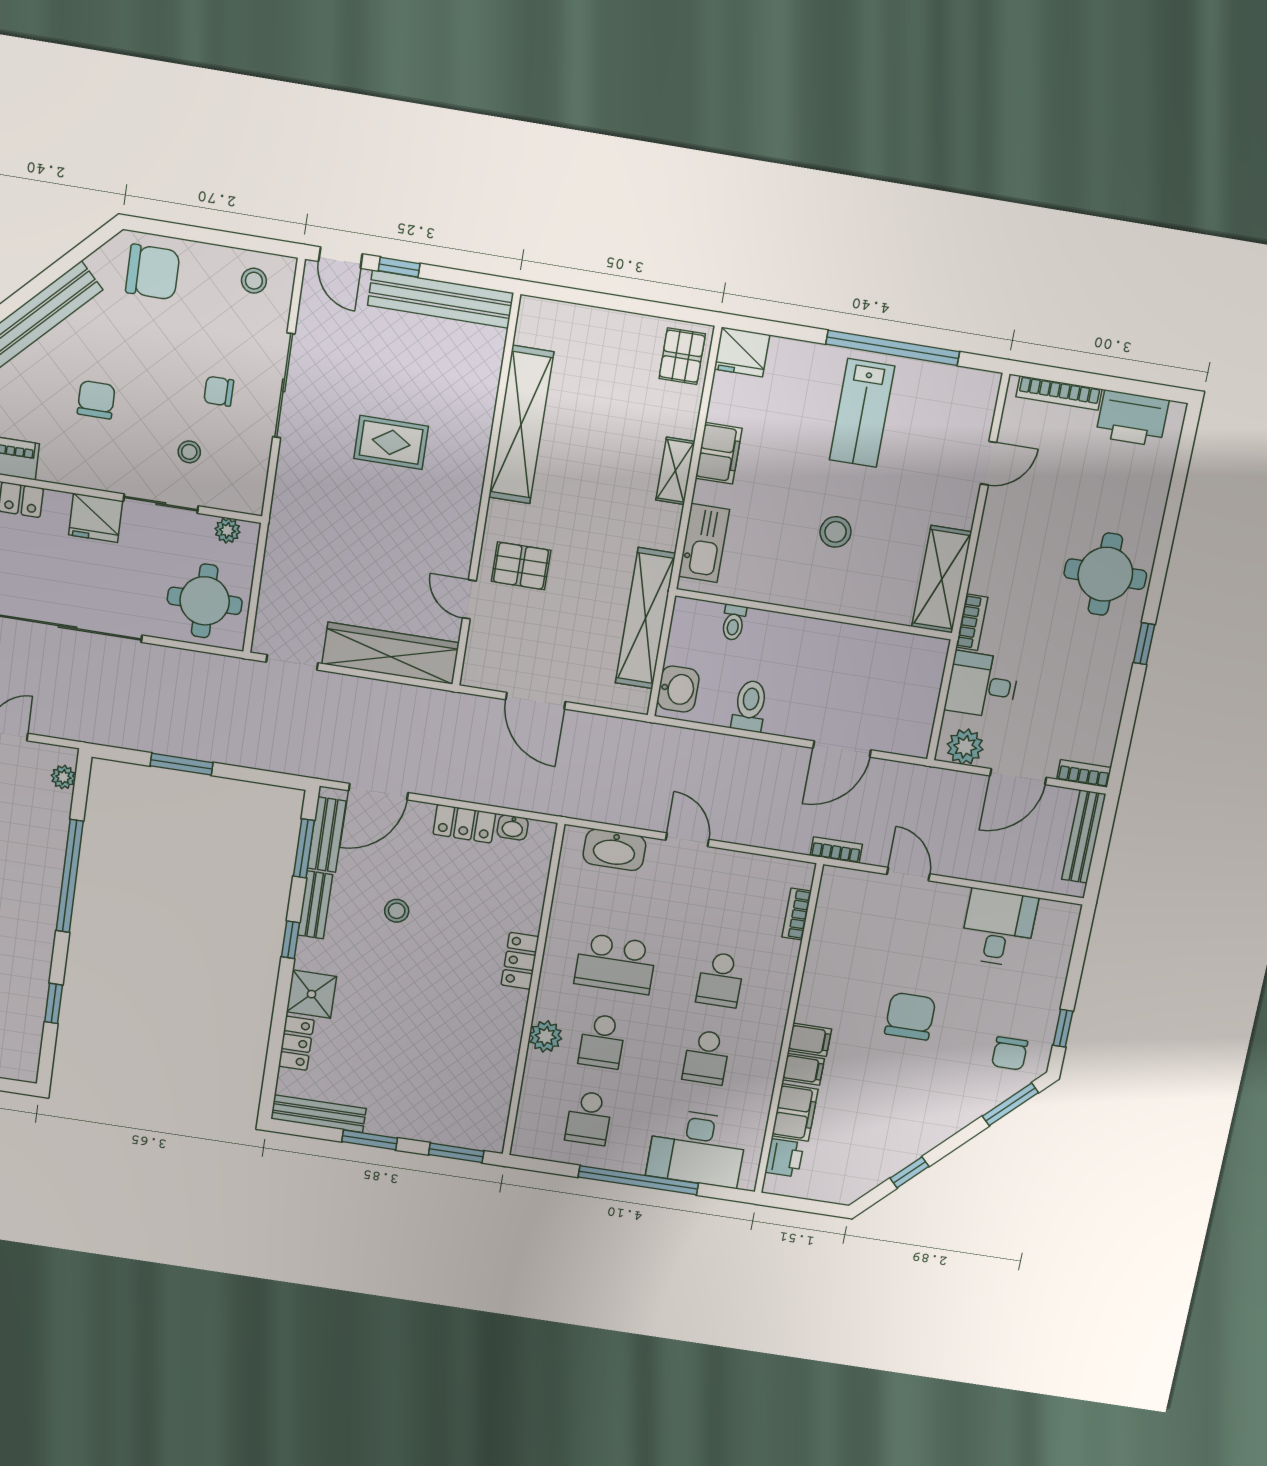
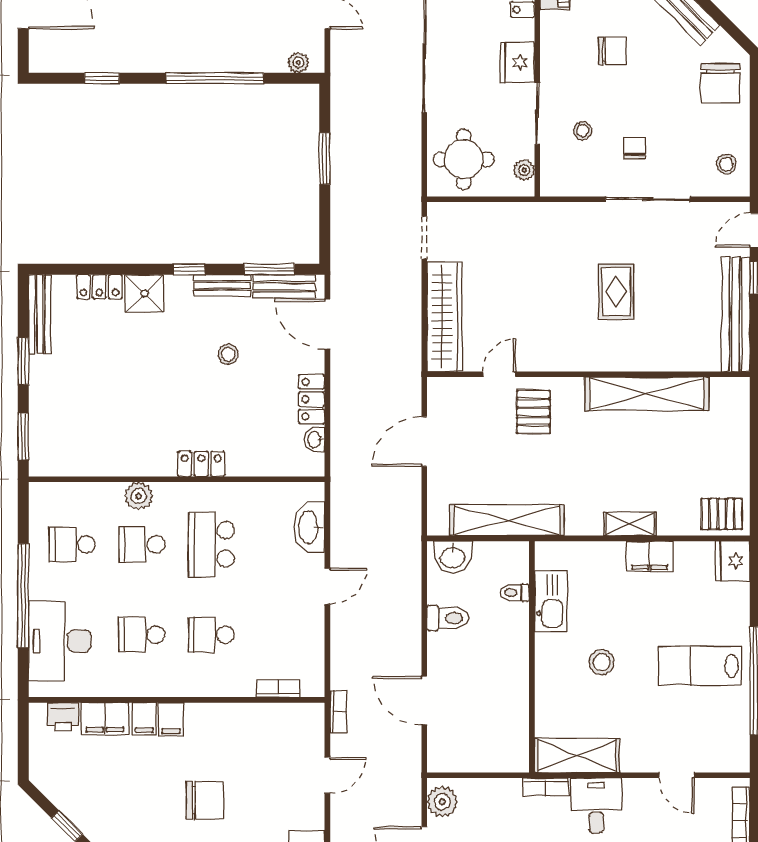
kitchen sink: (704, 543) -> (551, 601), moved, turned -90
desk: (982, 685) -> (596, 806), moved

